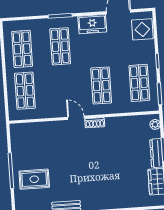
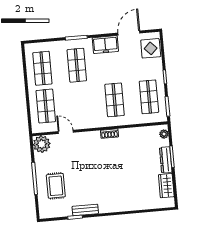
door: (76, 118) -> (66, 132), moved
plant: (20, 133) -> (42, 144), added
rug: (34, 179) -> (56, 186), turned 90

